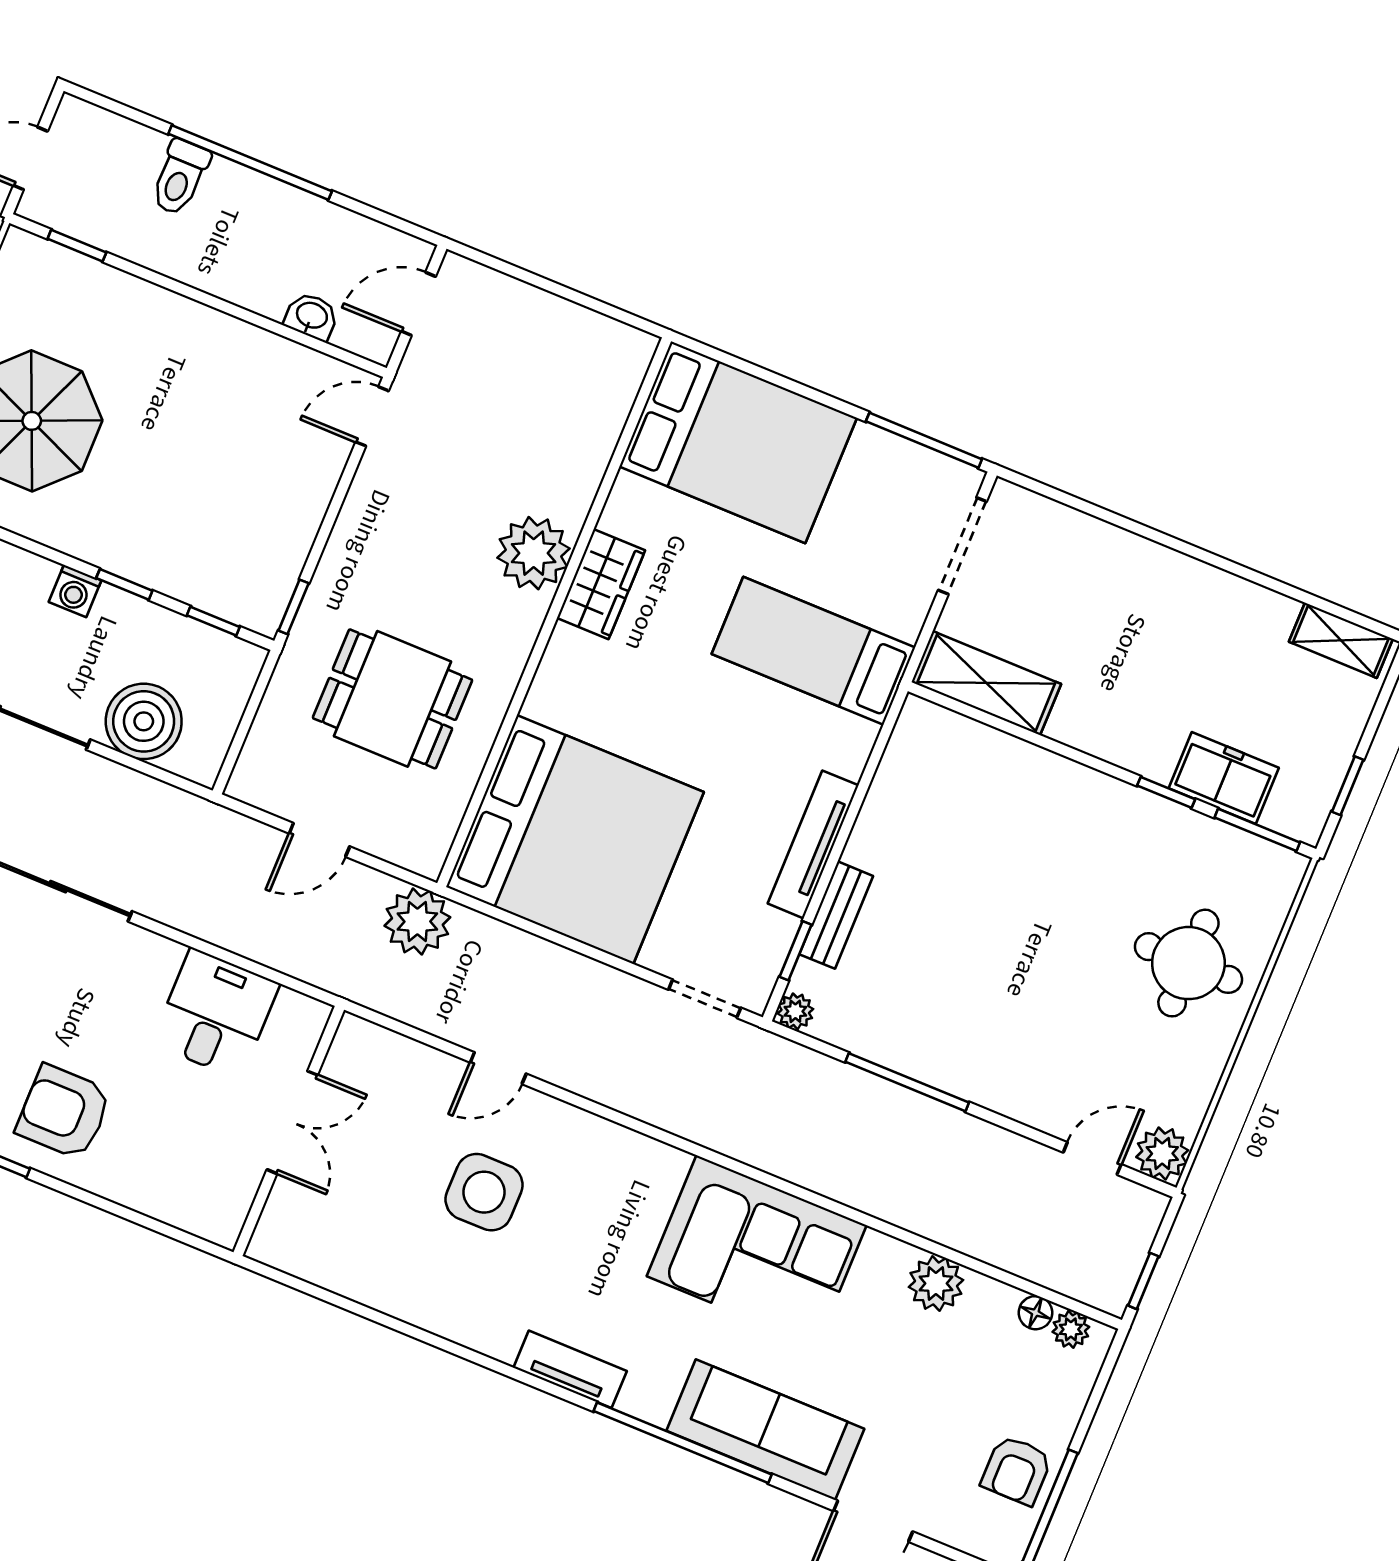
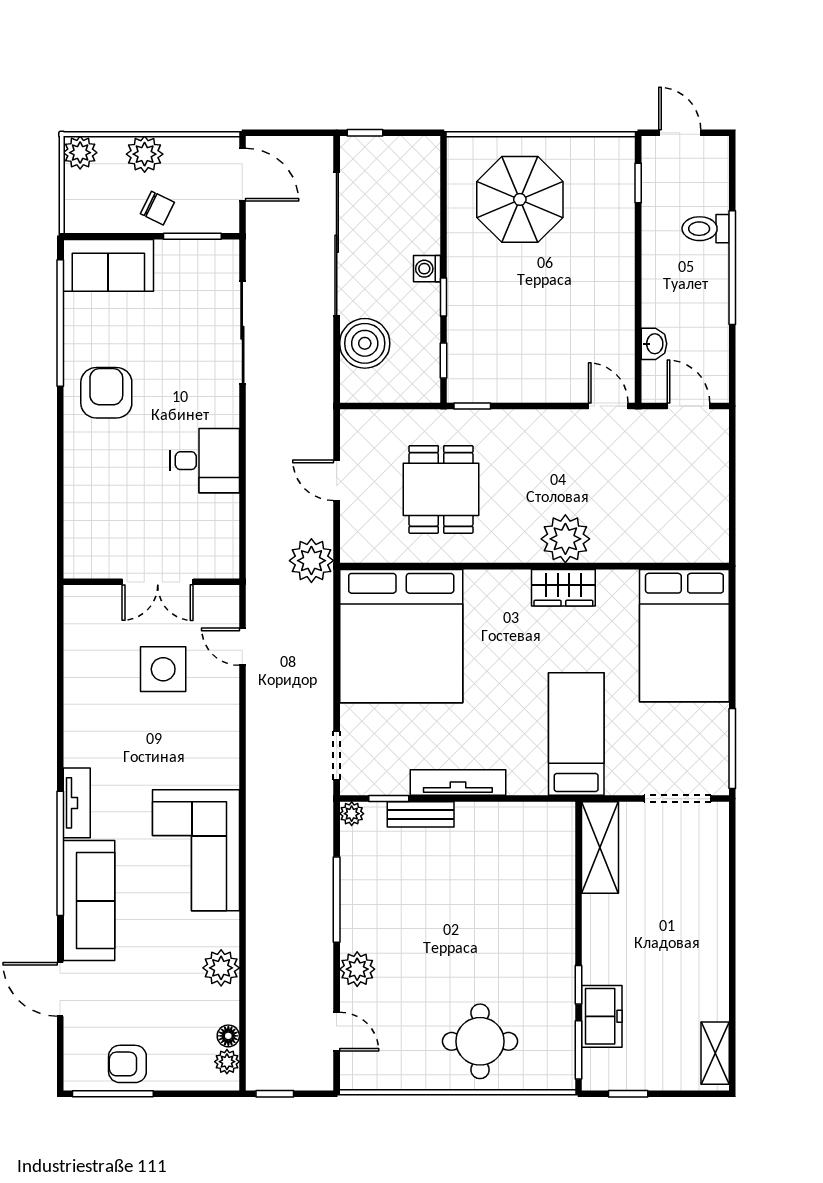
double door: (292, 1122) -> (158, 582), moved
wall: (289, 1131) -> (151, 582), moved
plant: (1162, 1154) -> (357, 969), moved
tv unit: (570, 1369) -> (77, 803), moved

